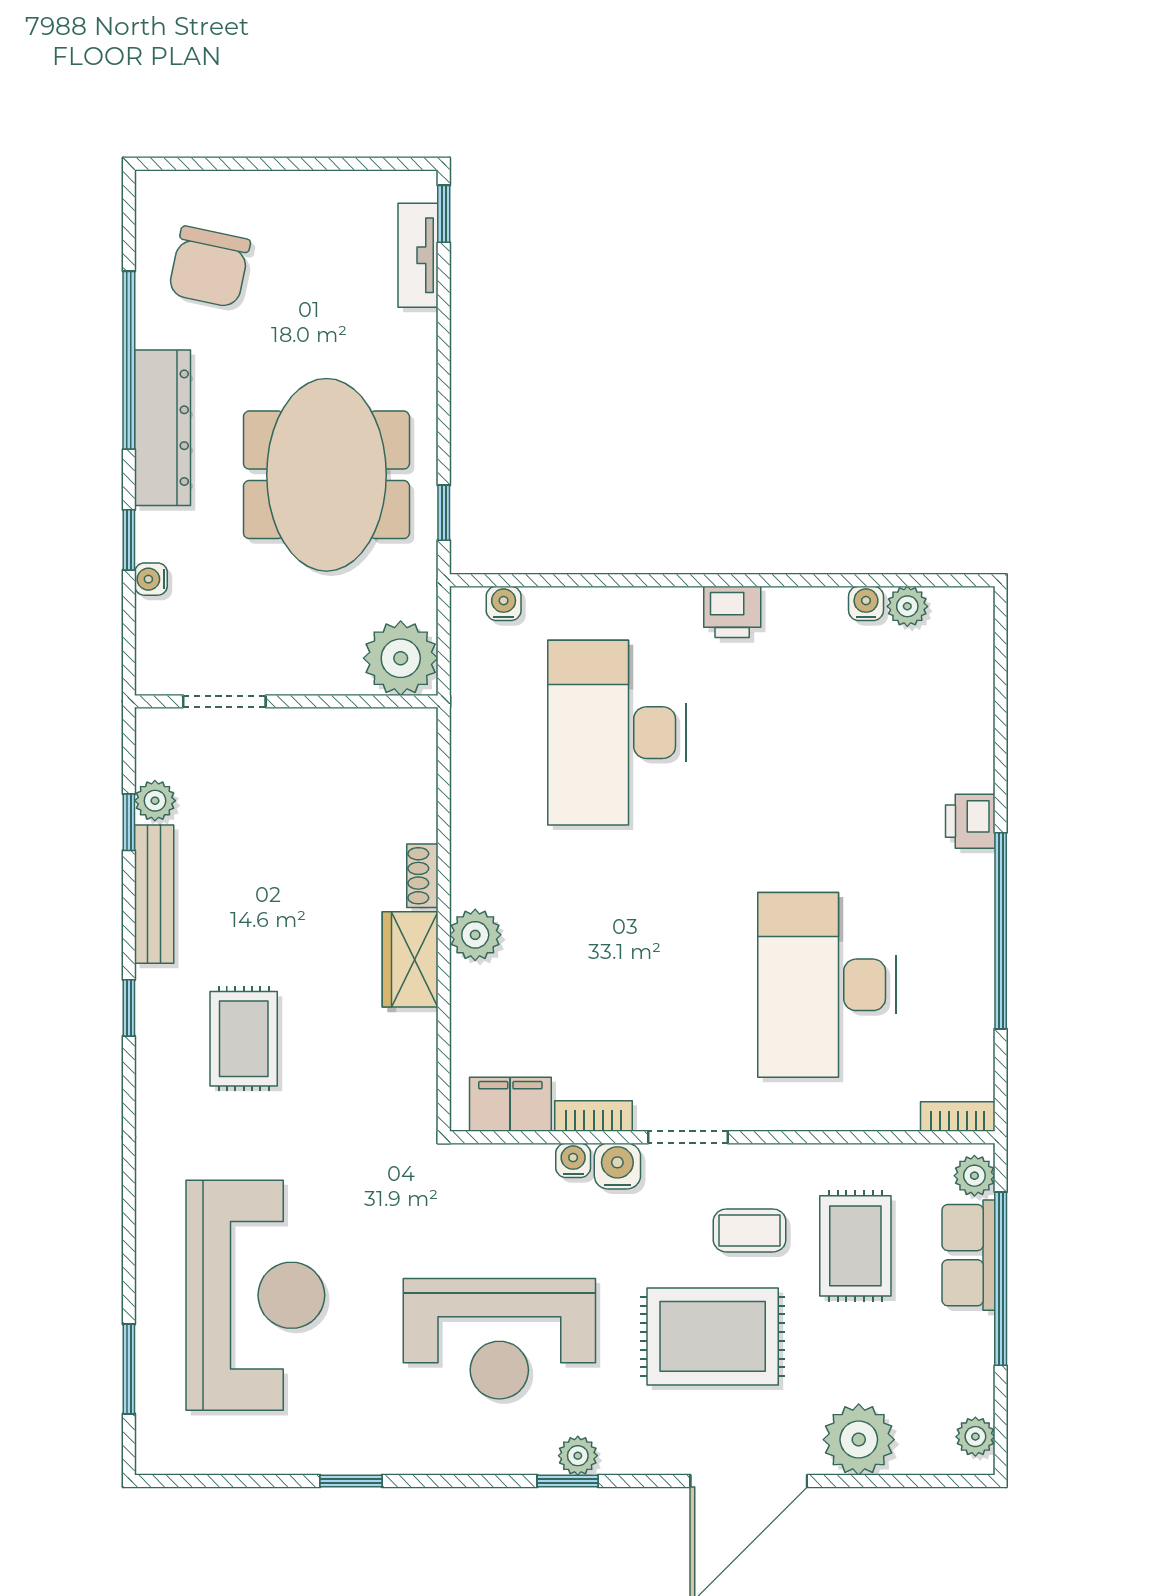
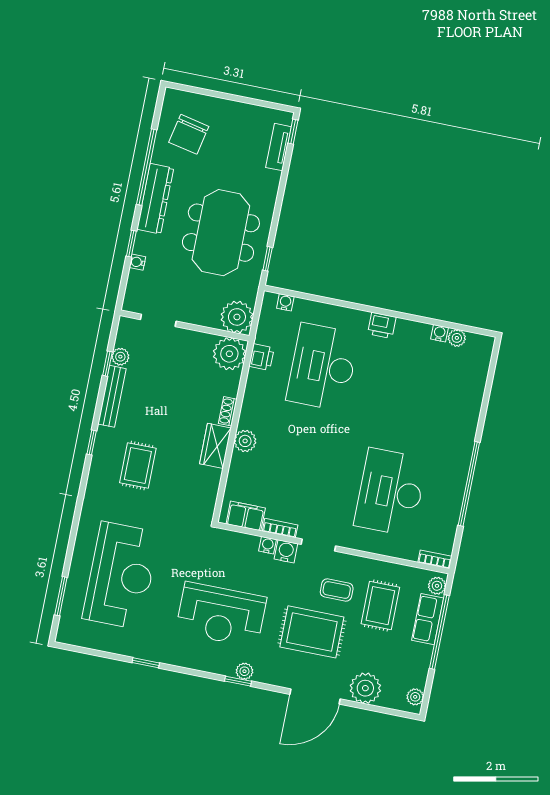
plant: (400, 745) -> (229, 354), added
printer: (970, 821) -> (261, 357), moved, turned 180

